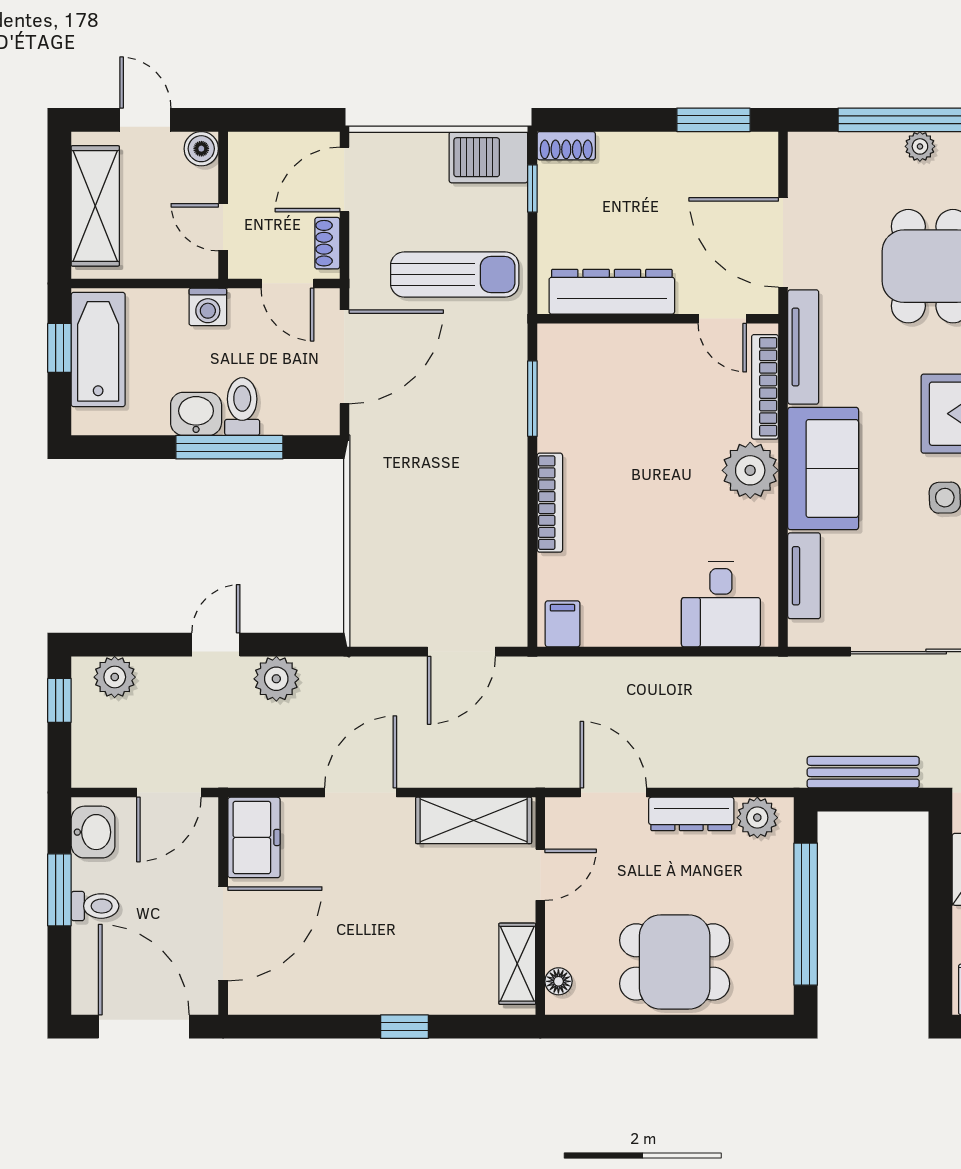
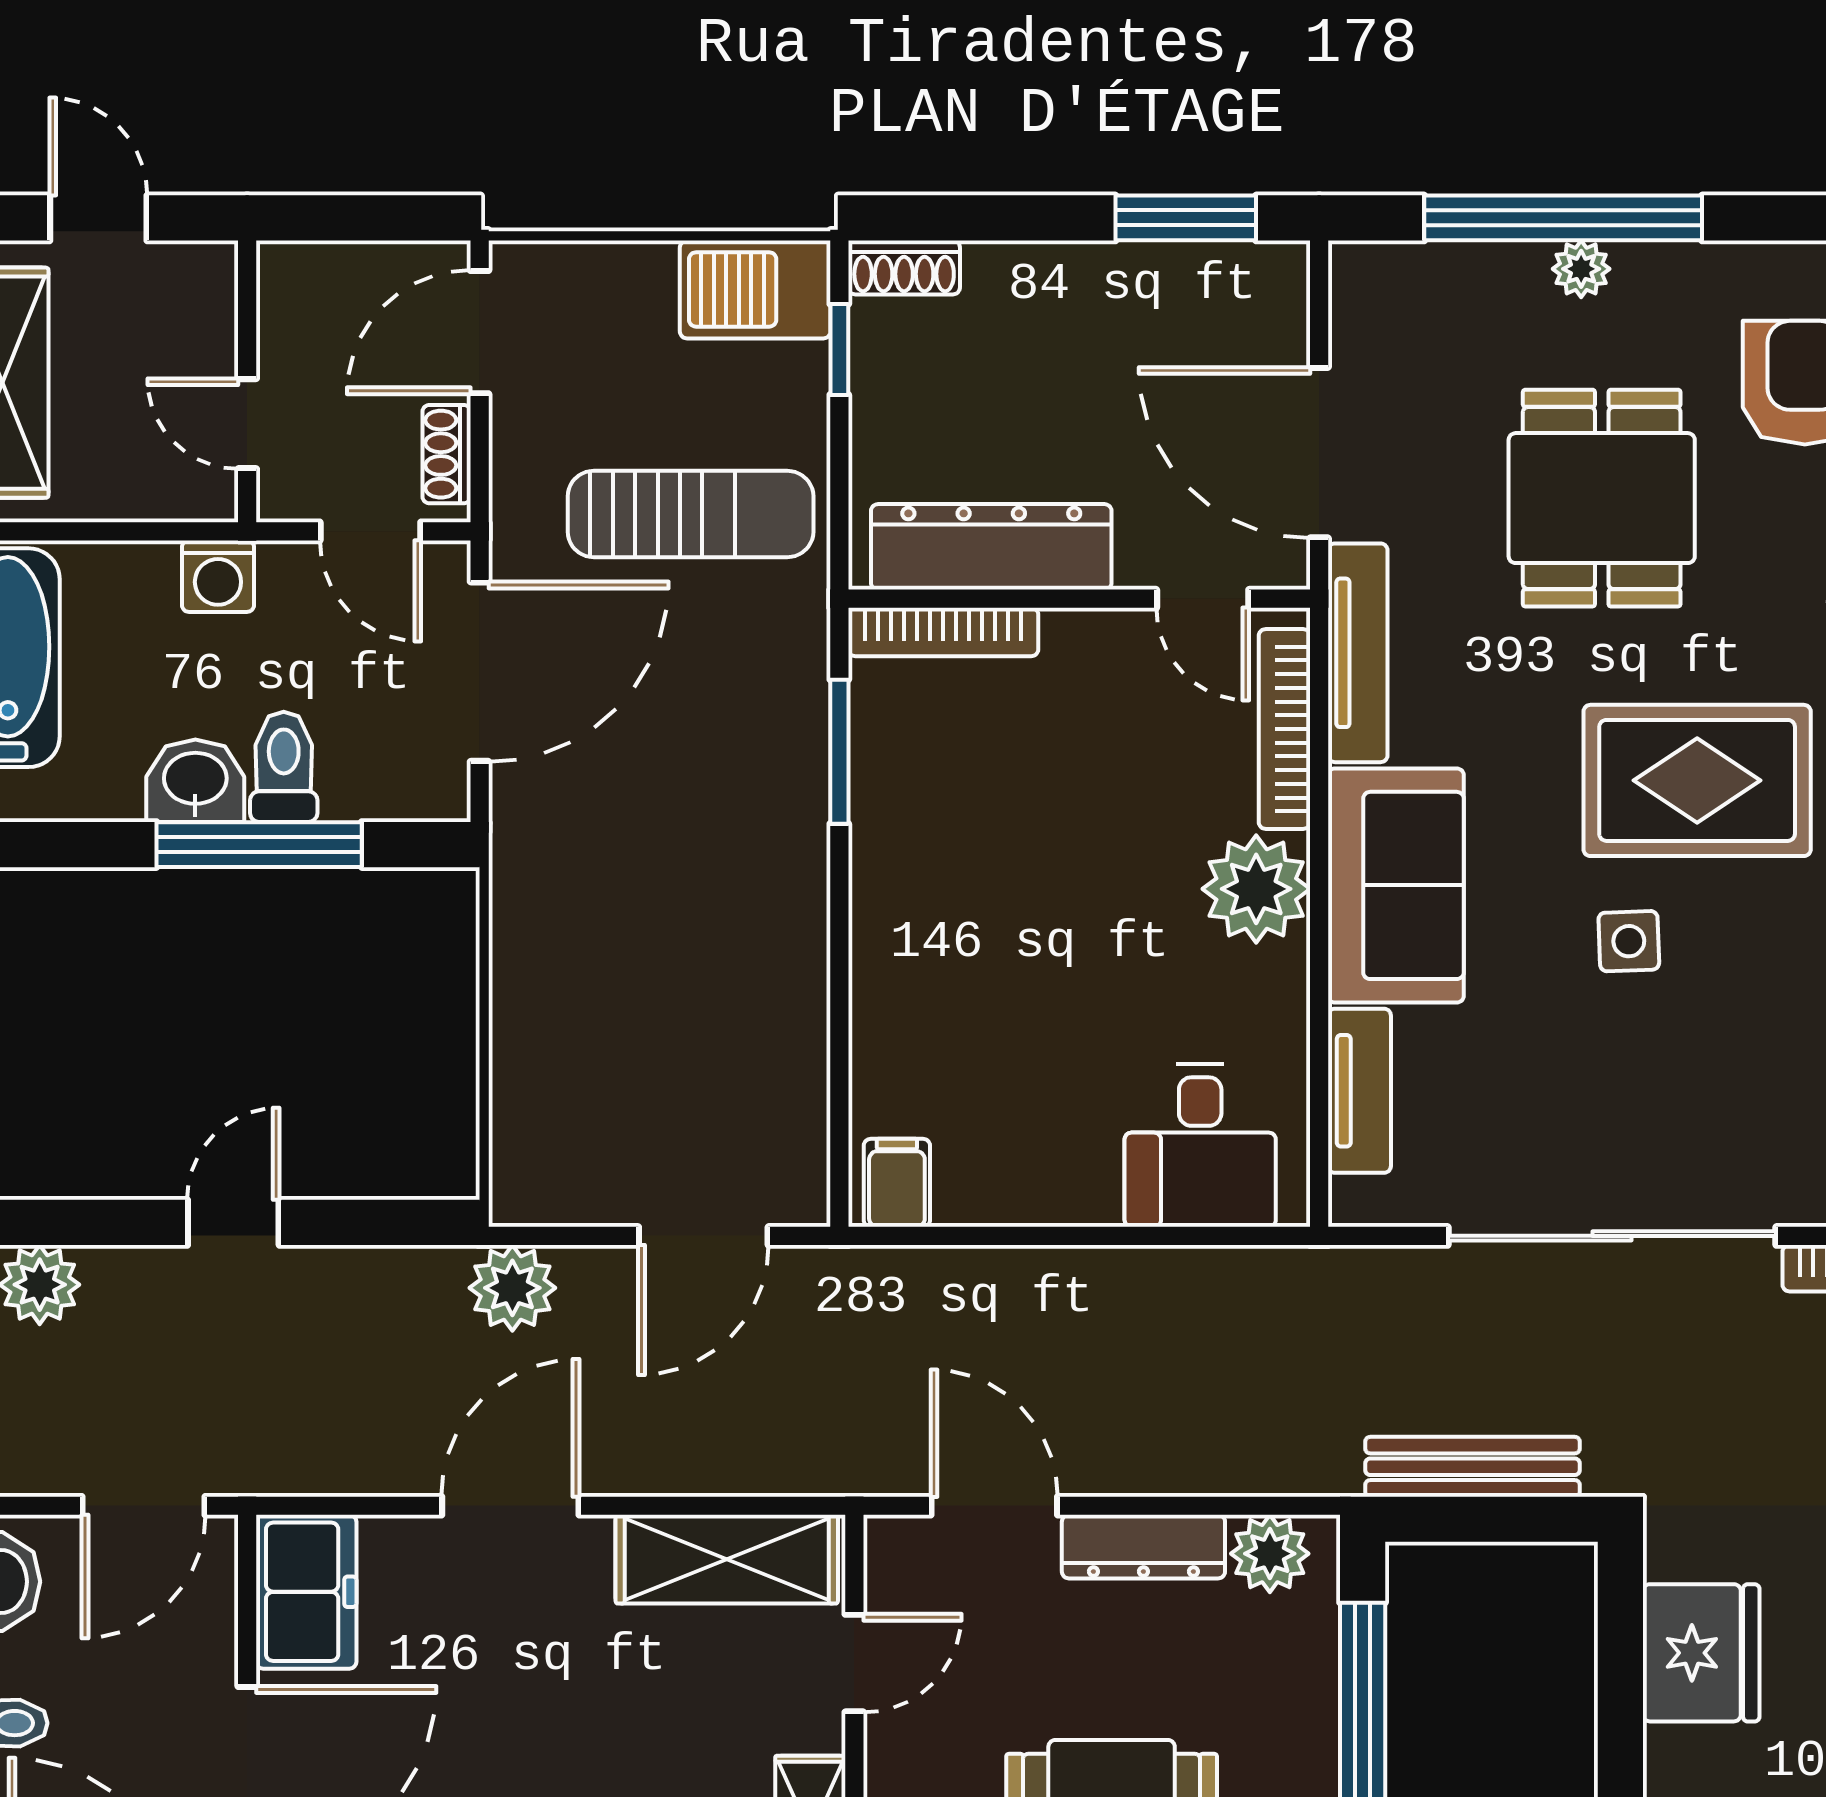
boiler: (201, 149) -> (205, 273), removed
bookcase: (550, 503) -> (943, 632), moved, turned 90
plant: (276, 679) -> (512, 1288), moved

